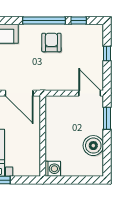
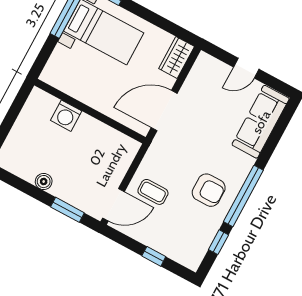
coffee table: (70, 74) -> (153, 192), added
boiler: (93, 146) -> (44, 182), width x0.54, depth x0.54
washing machine: (53, 169) -> (66, 116), moved

